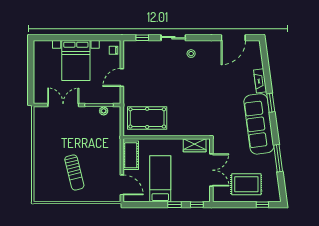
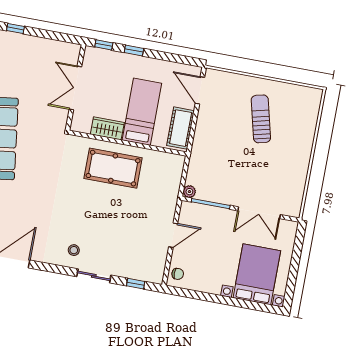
bed with nightstands: (76, 61) -> (257, 274), moved
plant: (104, 111) -> (189, 192), moved
pool table: (147, 118) -> (113, 168), moved
wardrobe: (195, 145) -> (107, 128), moved
bed: (160, 179) -> (142, 112), moved, turned 180
rug: (246, 184) -> (32, 60), removed

